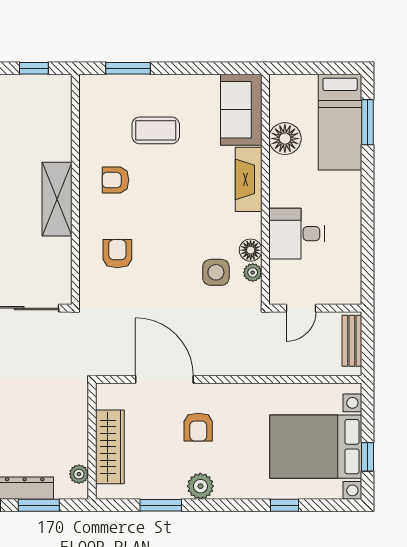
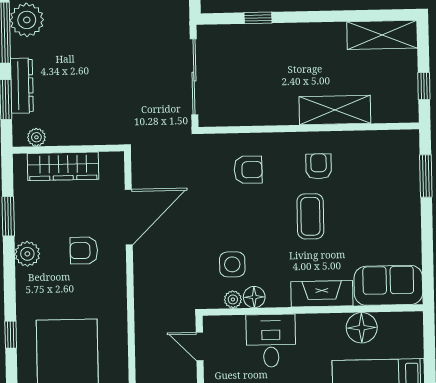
coffee table: (156, 130) -> (310, 216), moved
shelving: (57, 199) -> (335, 110), moved

